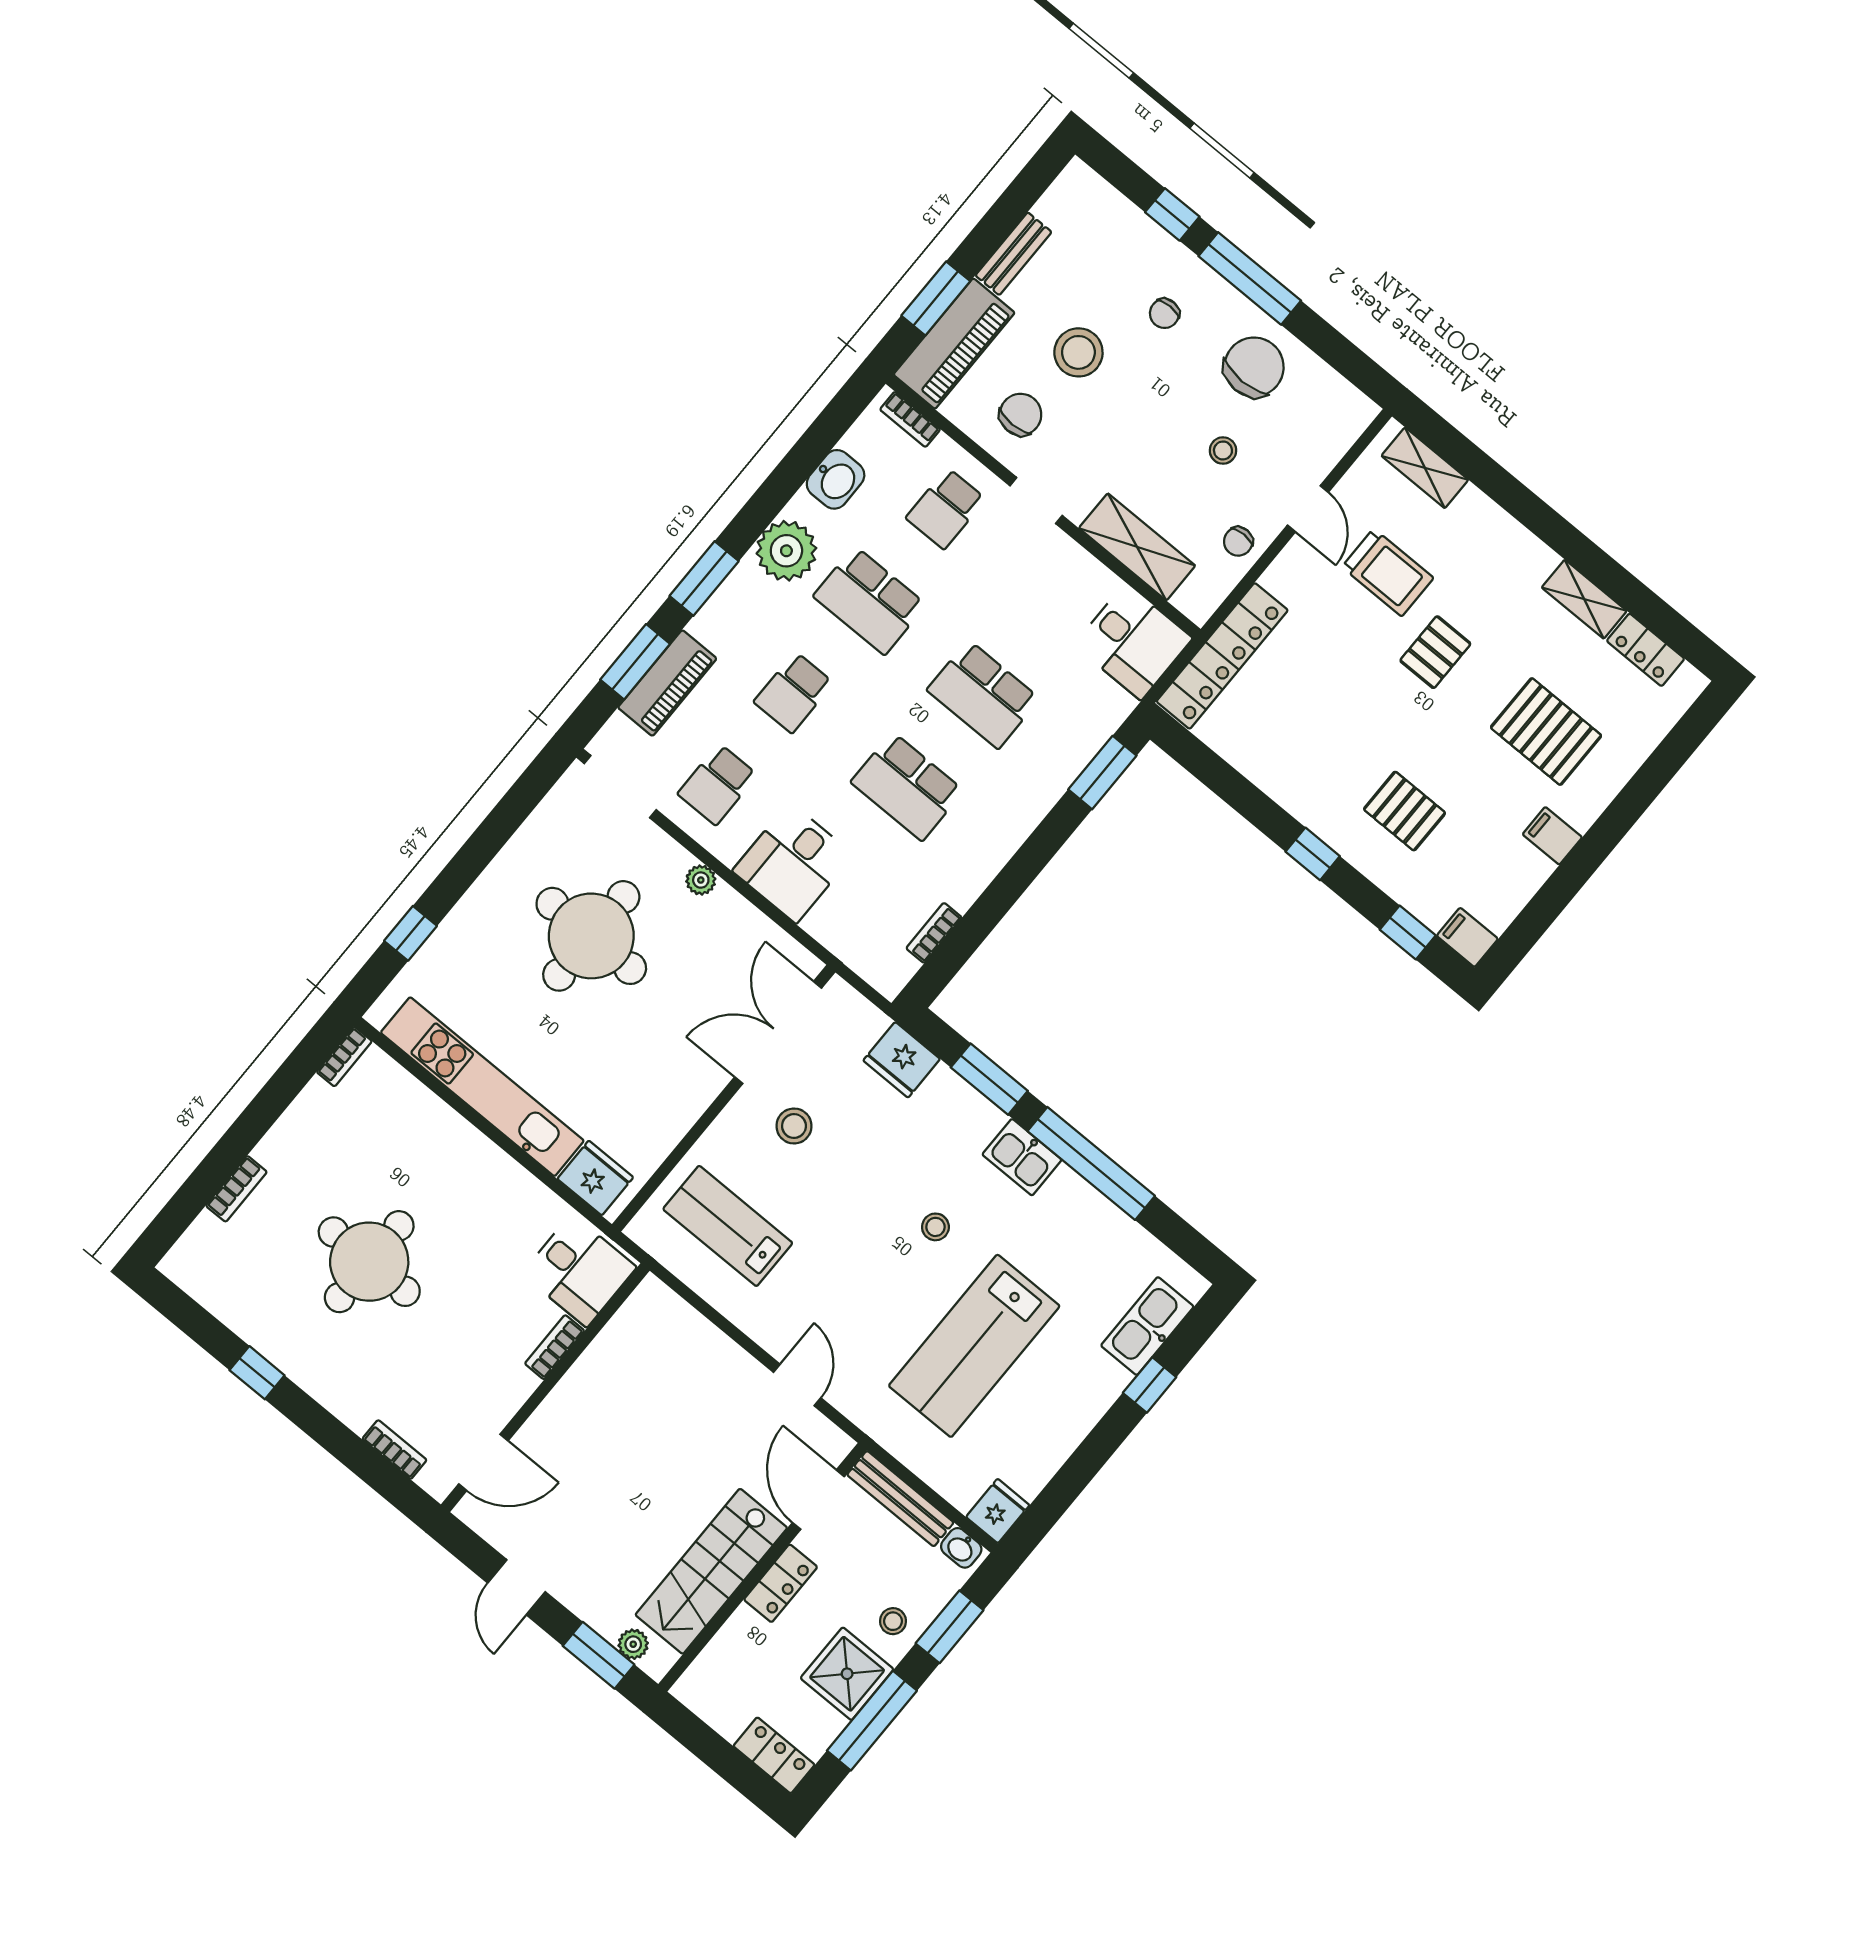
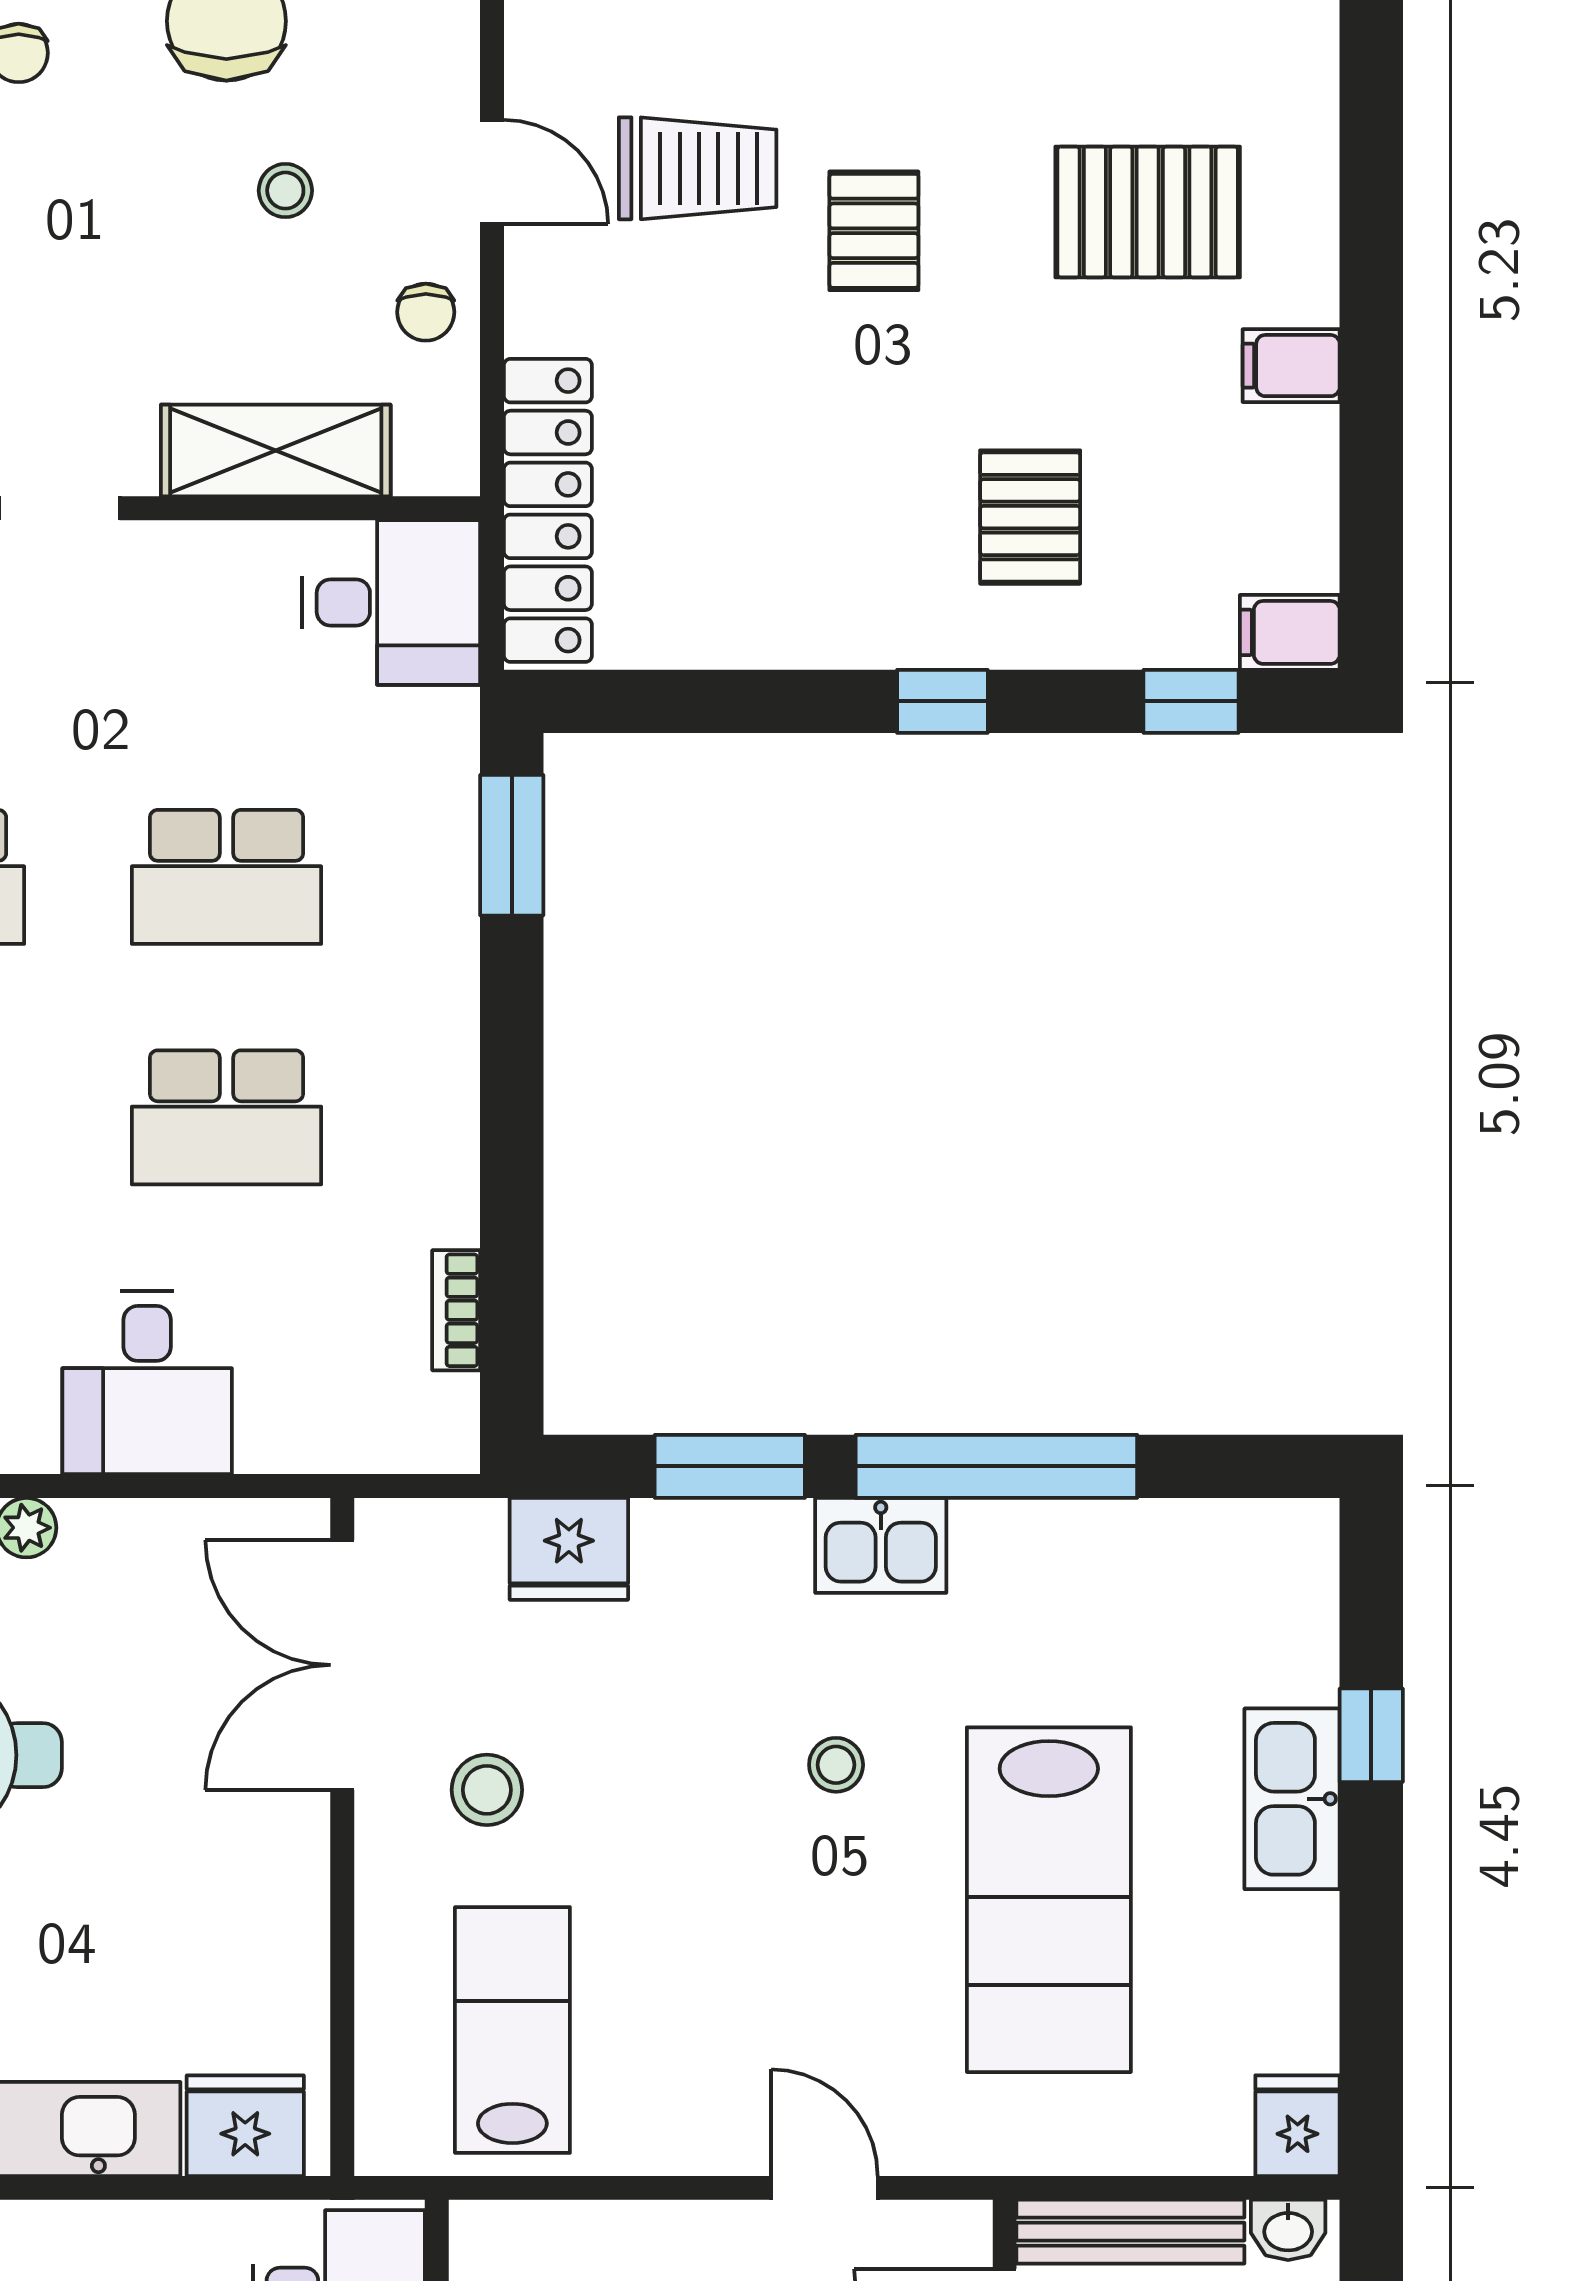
pallet: (1405, 811) -> (1030, 517), turned 90
lab bench: (728, 1226) -> (512, 2030), turned 90
kitchen sink: (1147, 1326) -> (1292, 1799), moved

